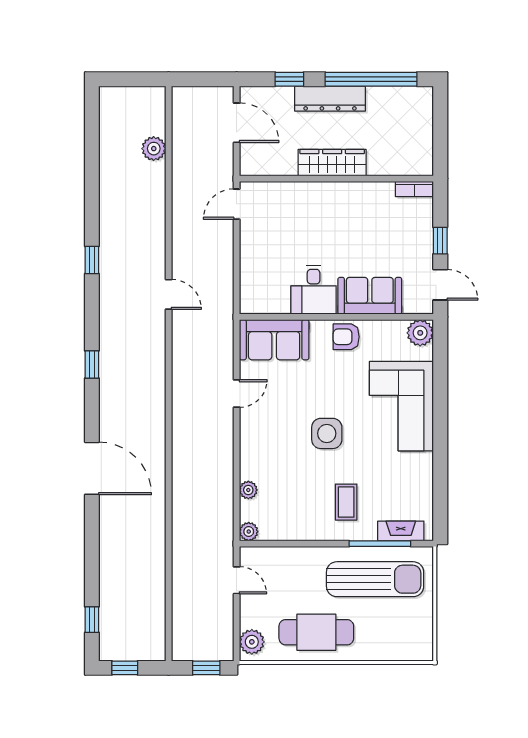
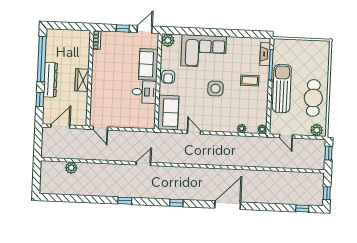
wardrobe: (332, 163) -> (82, 80), width x0.67
sun lounger: (375, 579) -> (282, 89), moved
door: (237, 580) -> (286, 136), swing flipped

